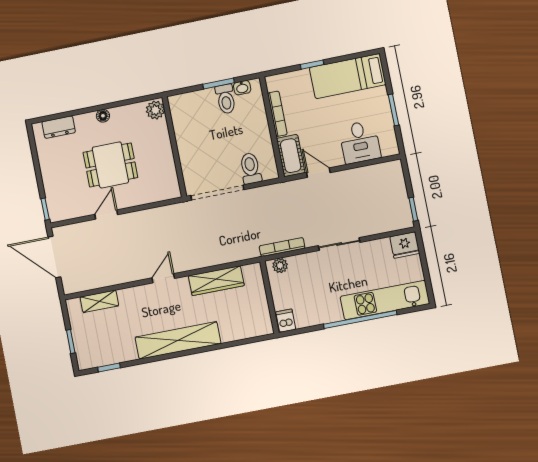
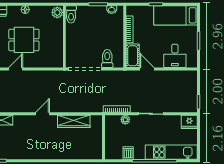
toilet: (226, 99) -> (71, 14), moved
plant: (280, 266) -> (125, 120), moved
dishwasher: (286, 321) -> (128, 153), moved
shelving: (178, 340) -> (44, 152), removed

